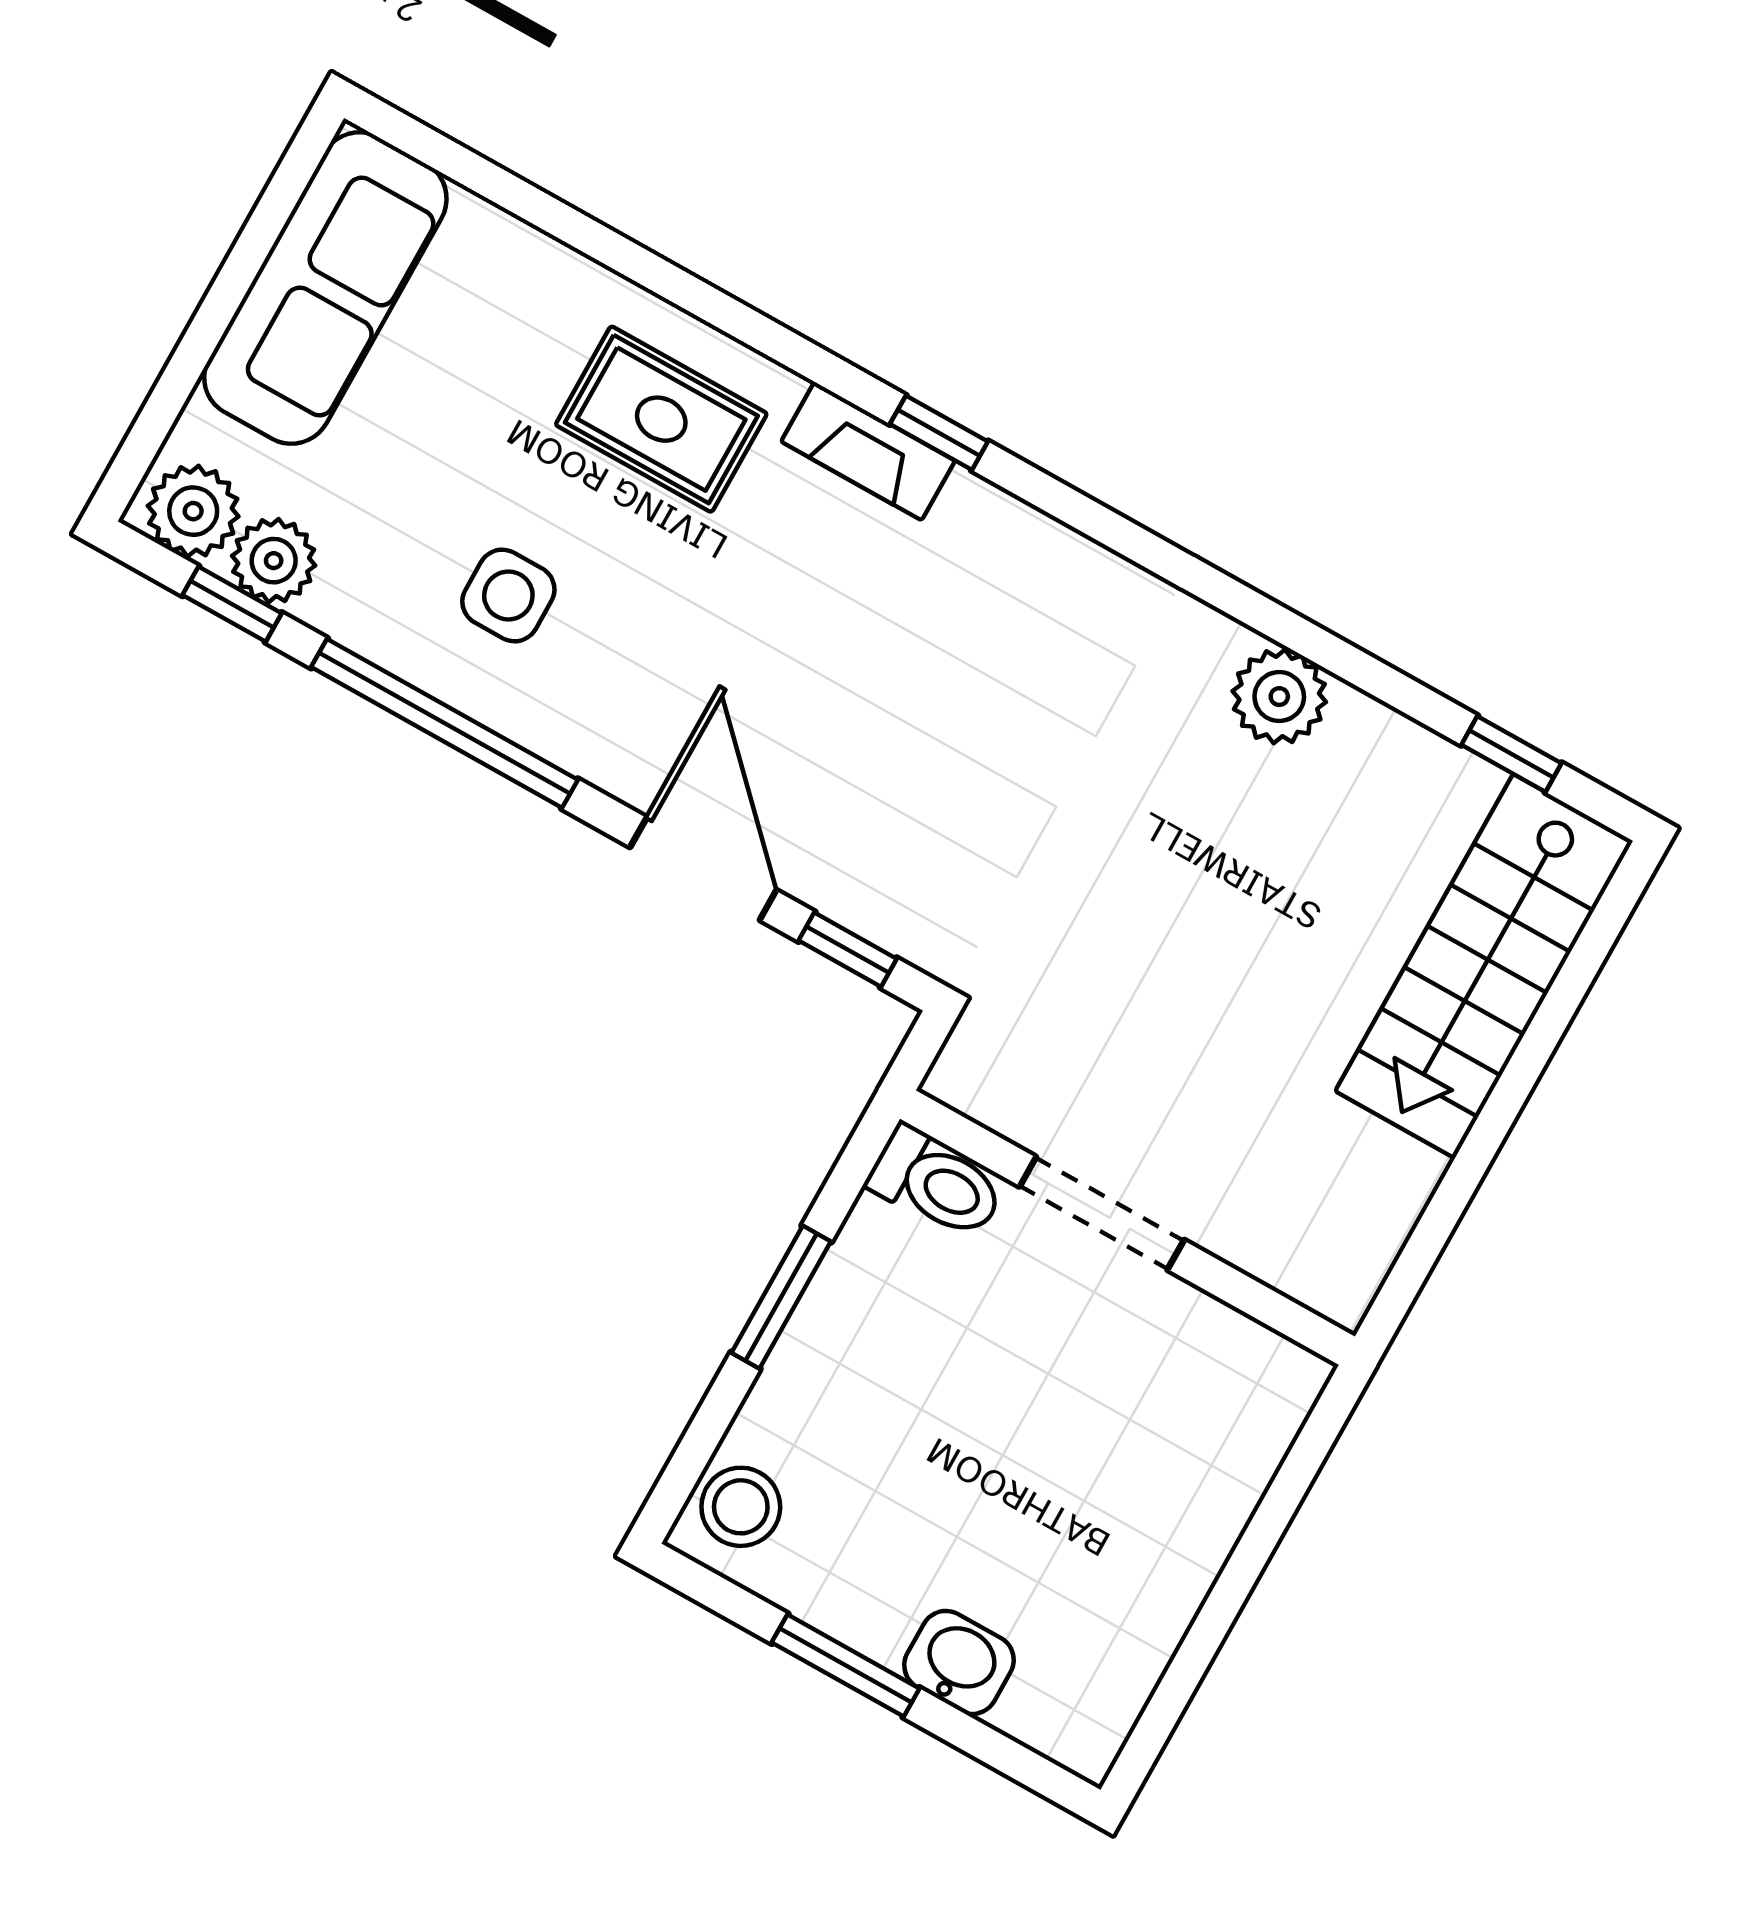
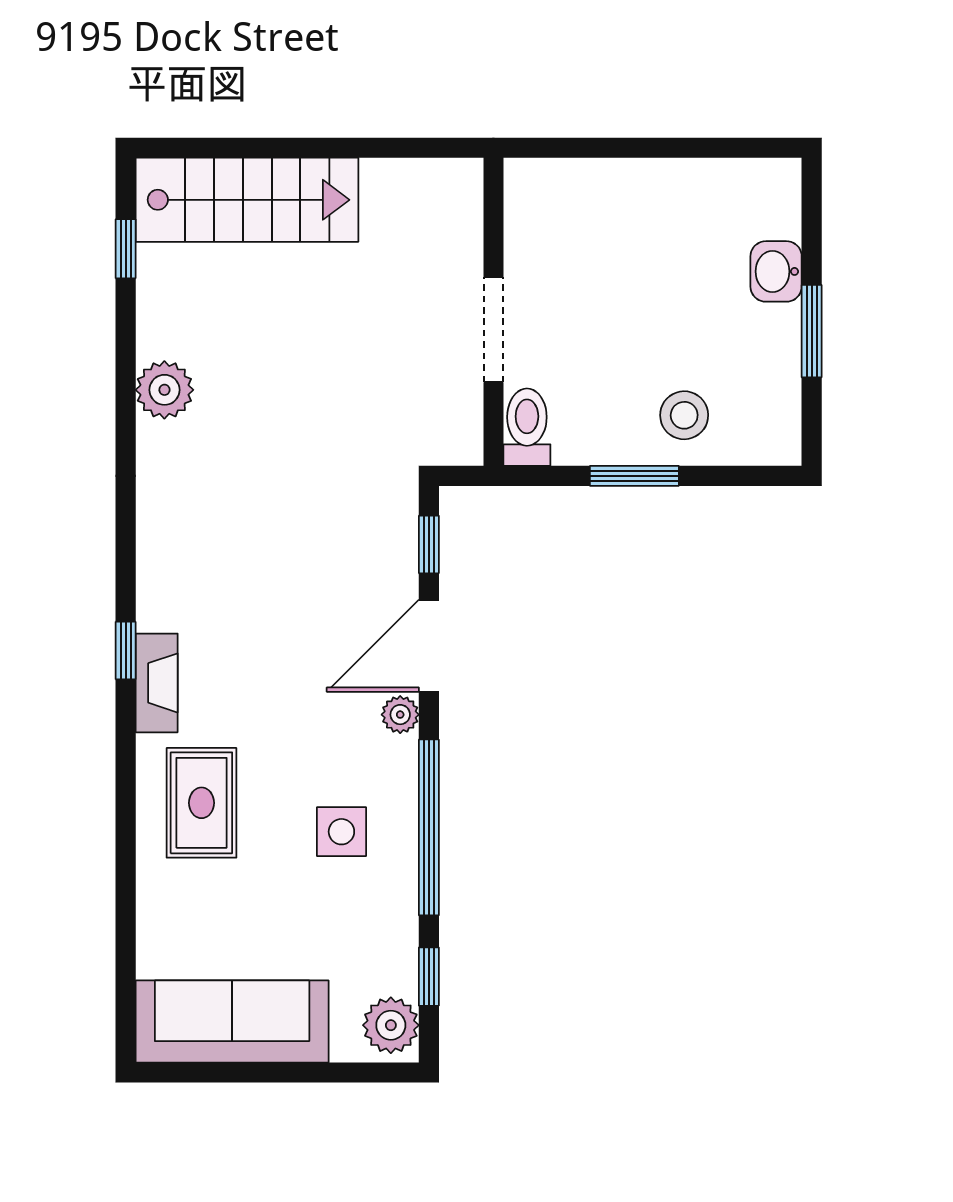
plant: (274, 561) -> (400, 715), moved, width x0.73, depth x0.73
stool: (741, 1507) -> (684, 415), moved

